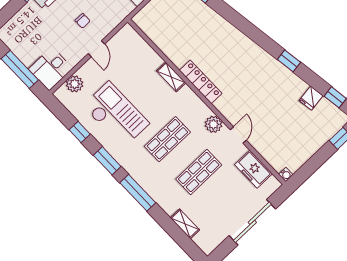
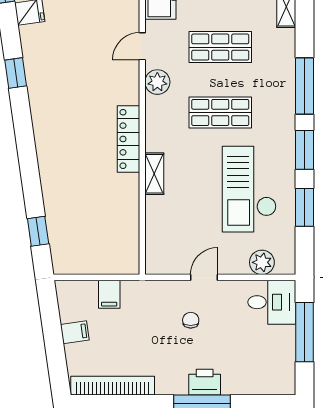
window: (80, 132) -> (305, 207), width x1.50

